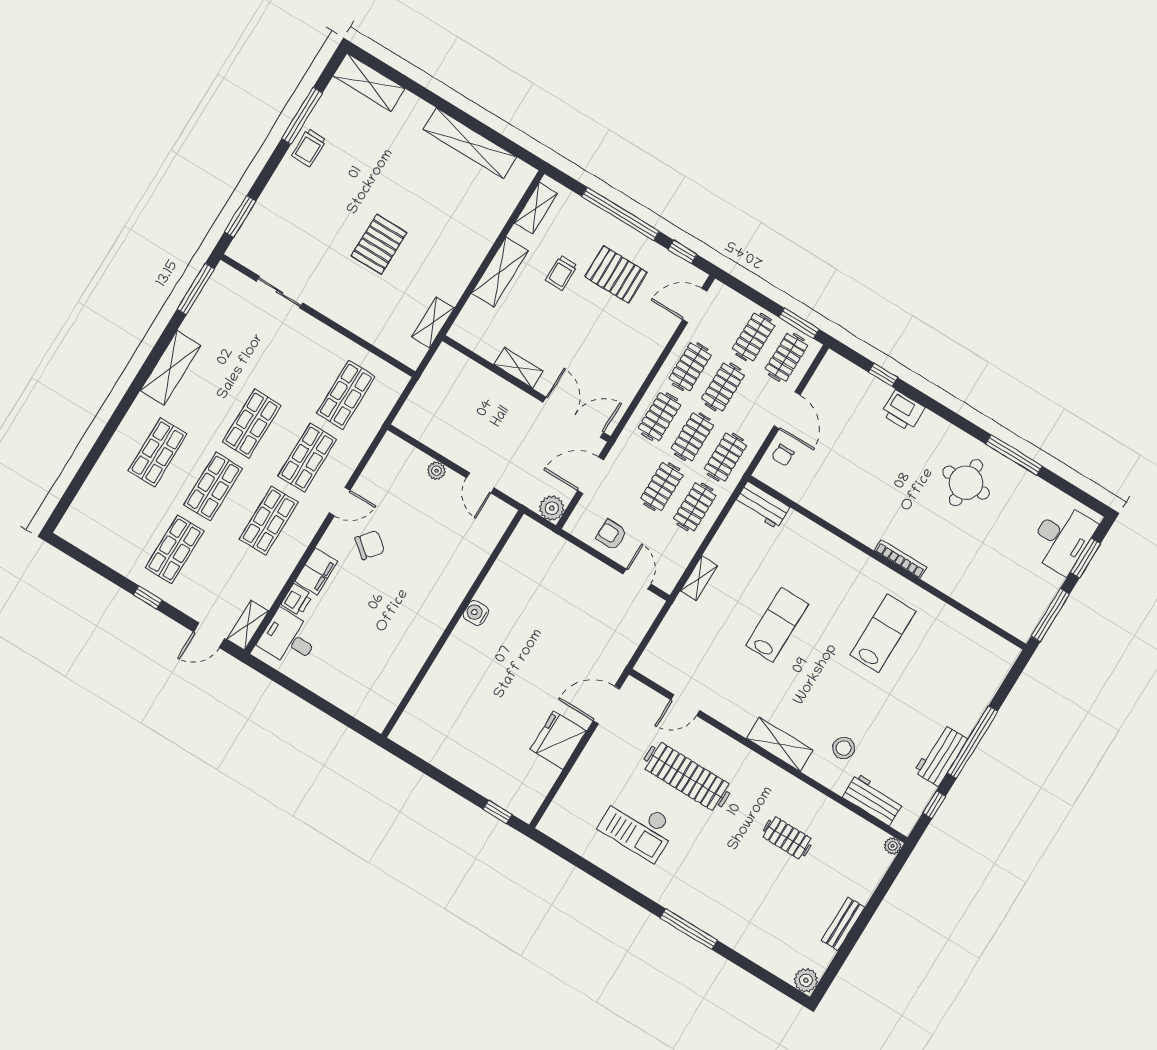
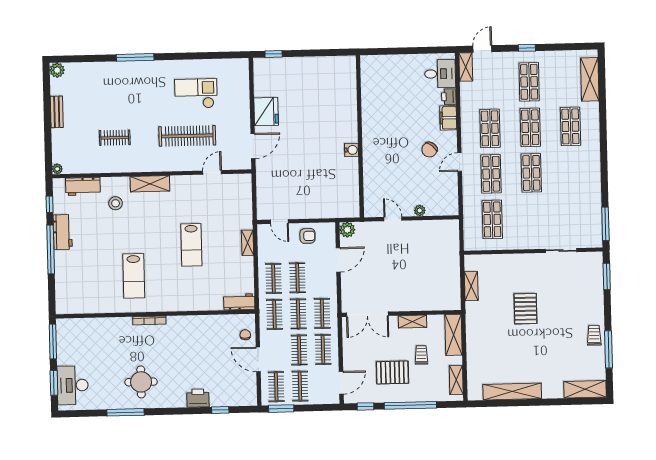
shelving: (171, 368) -> (590, 79), moved
shelving: (518, 368) -> (412, 322), moved
wall: (526, 388) -> (401, 313), moved
double door: (573, 417) -> (367, 314), moved

